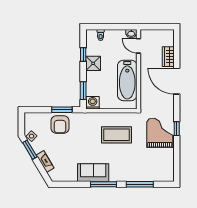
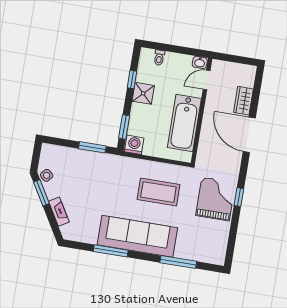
door: (138, 46) -> (207, 80), hinge flipped
armchair: (60, 124) -> (87, 166), removed
sofa: (93, 173) -> (137, 236), width x1.85, depth x1.27
window: (104, 184) -> (111, 251), moved

